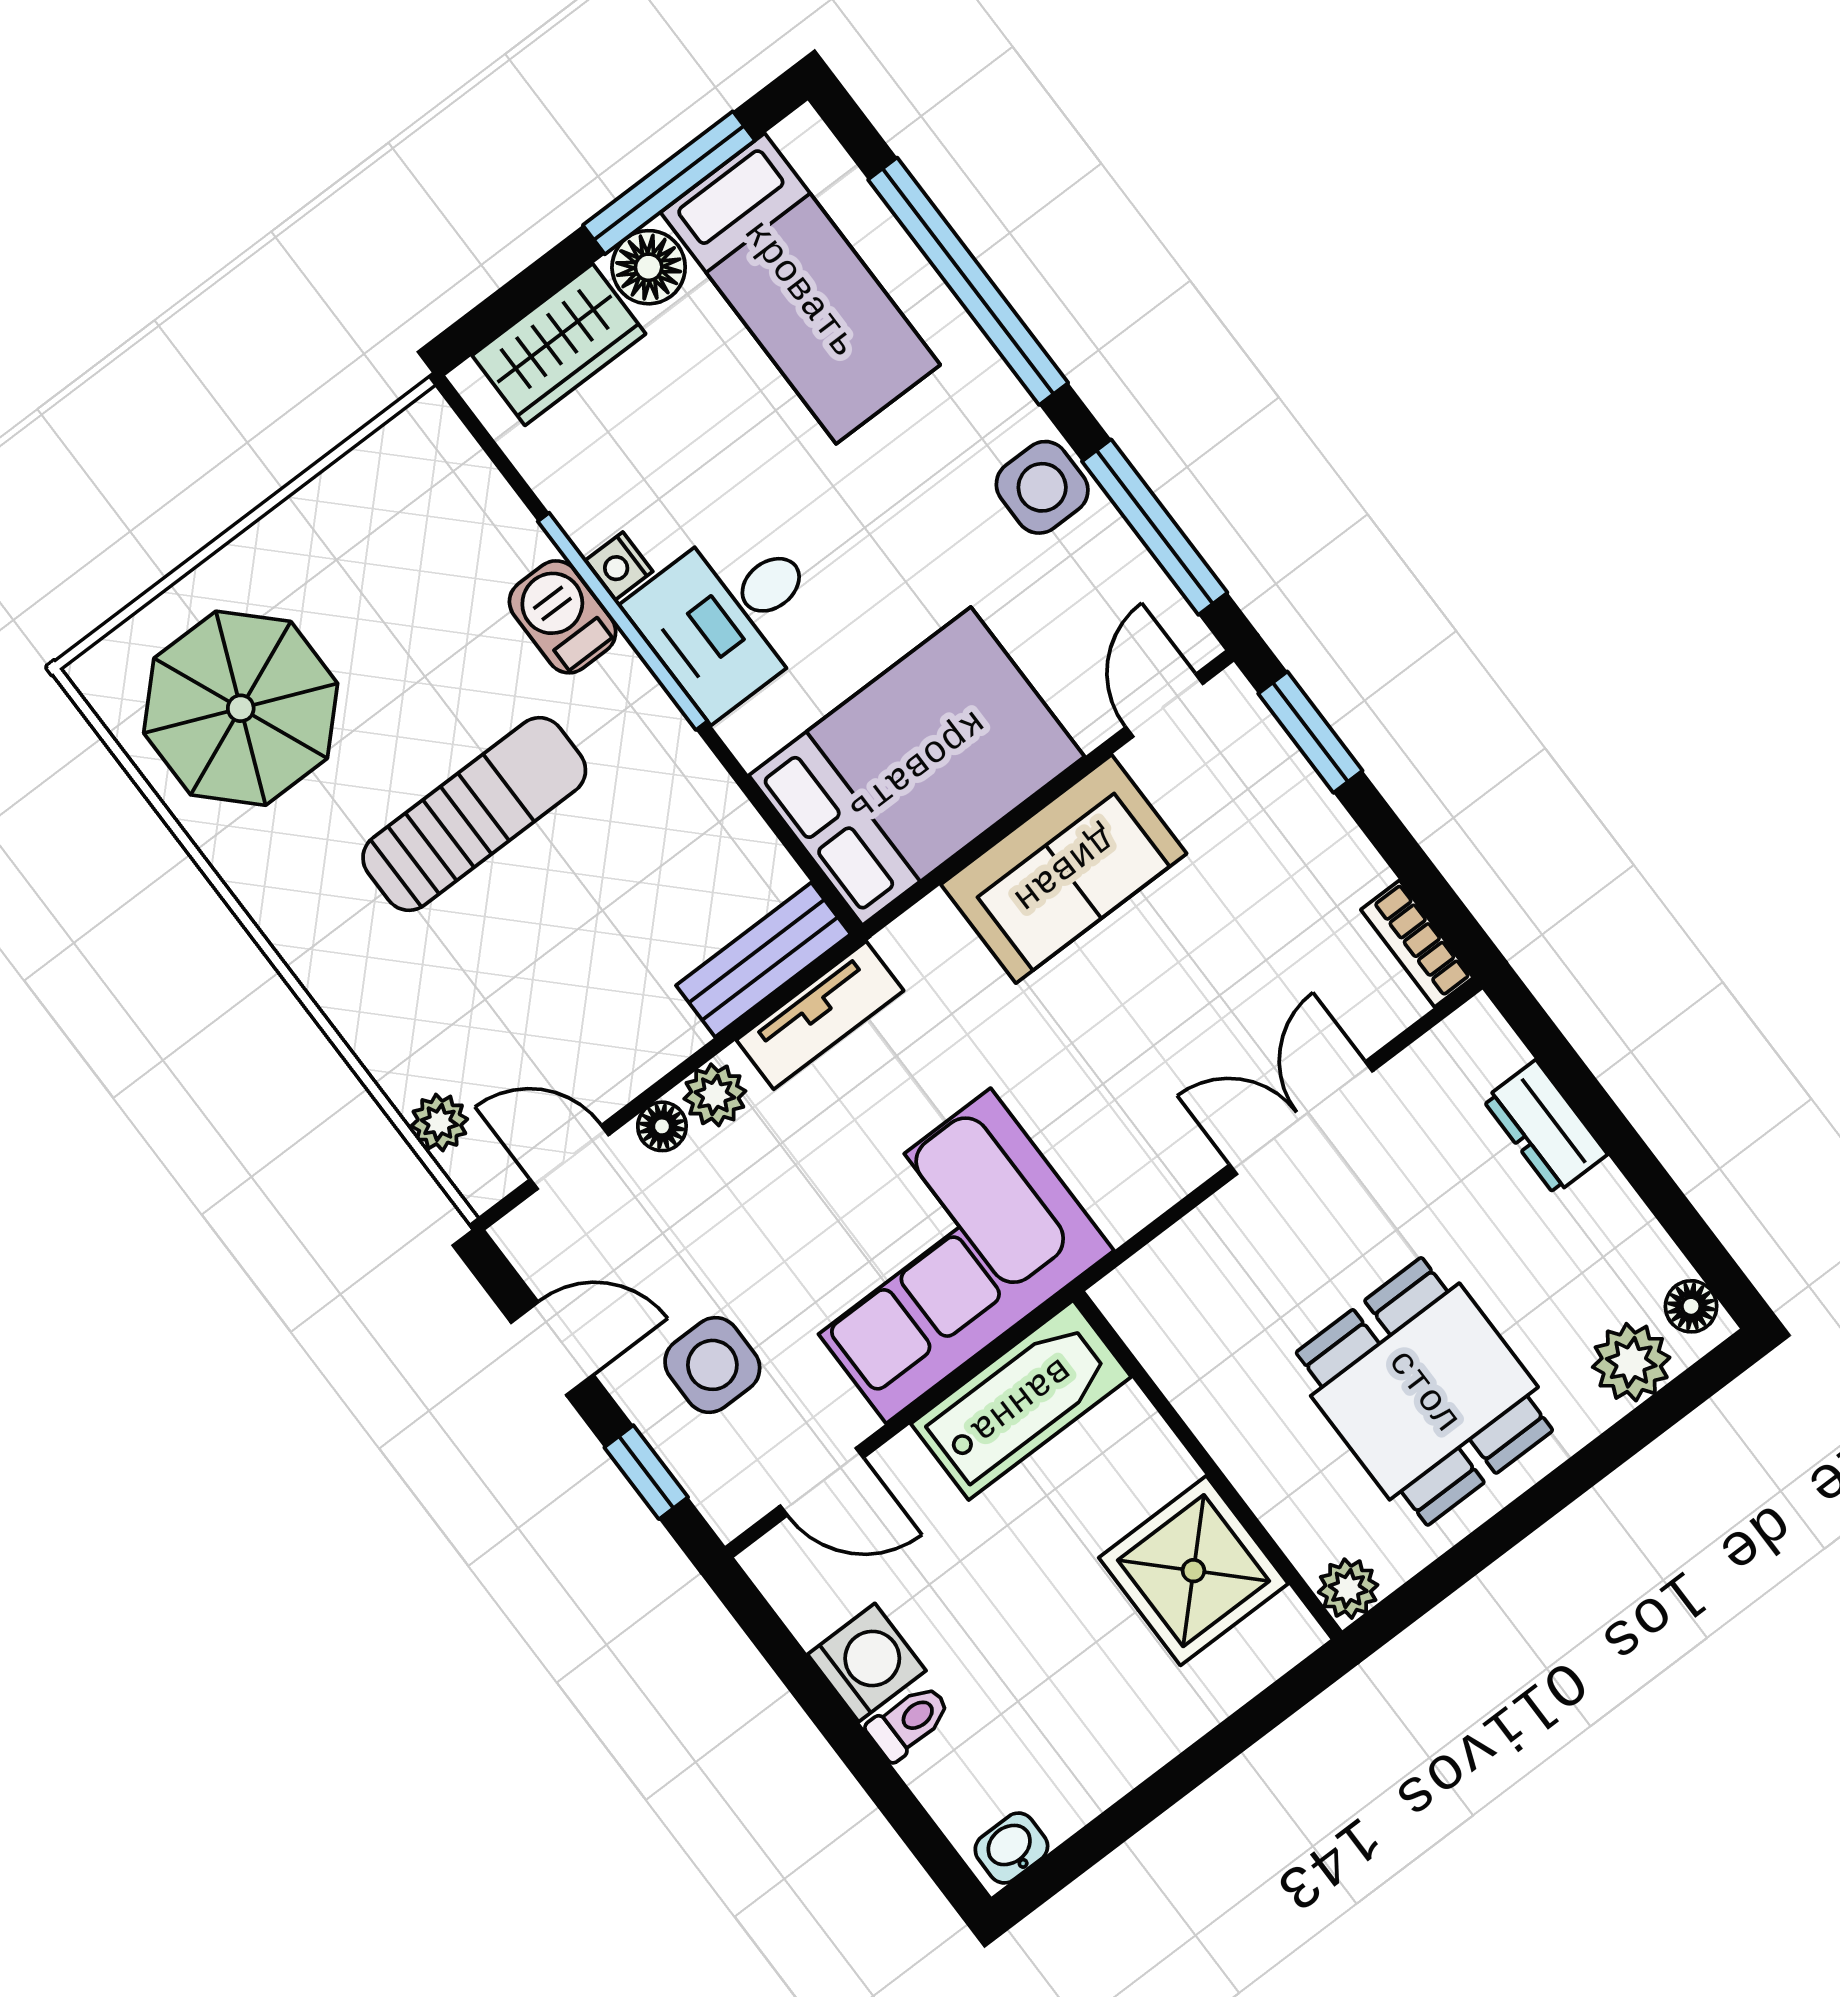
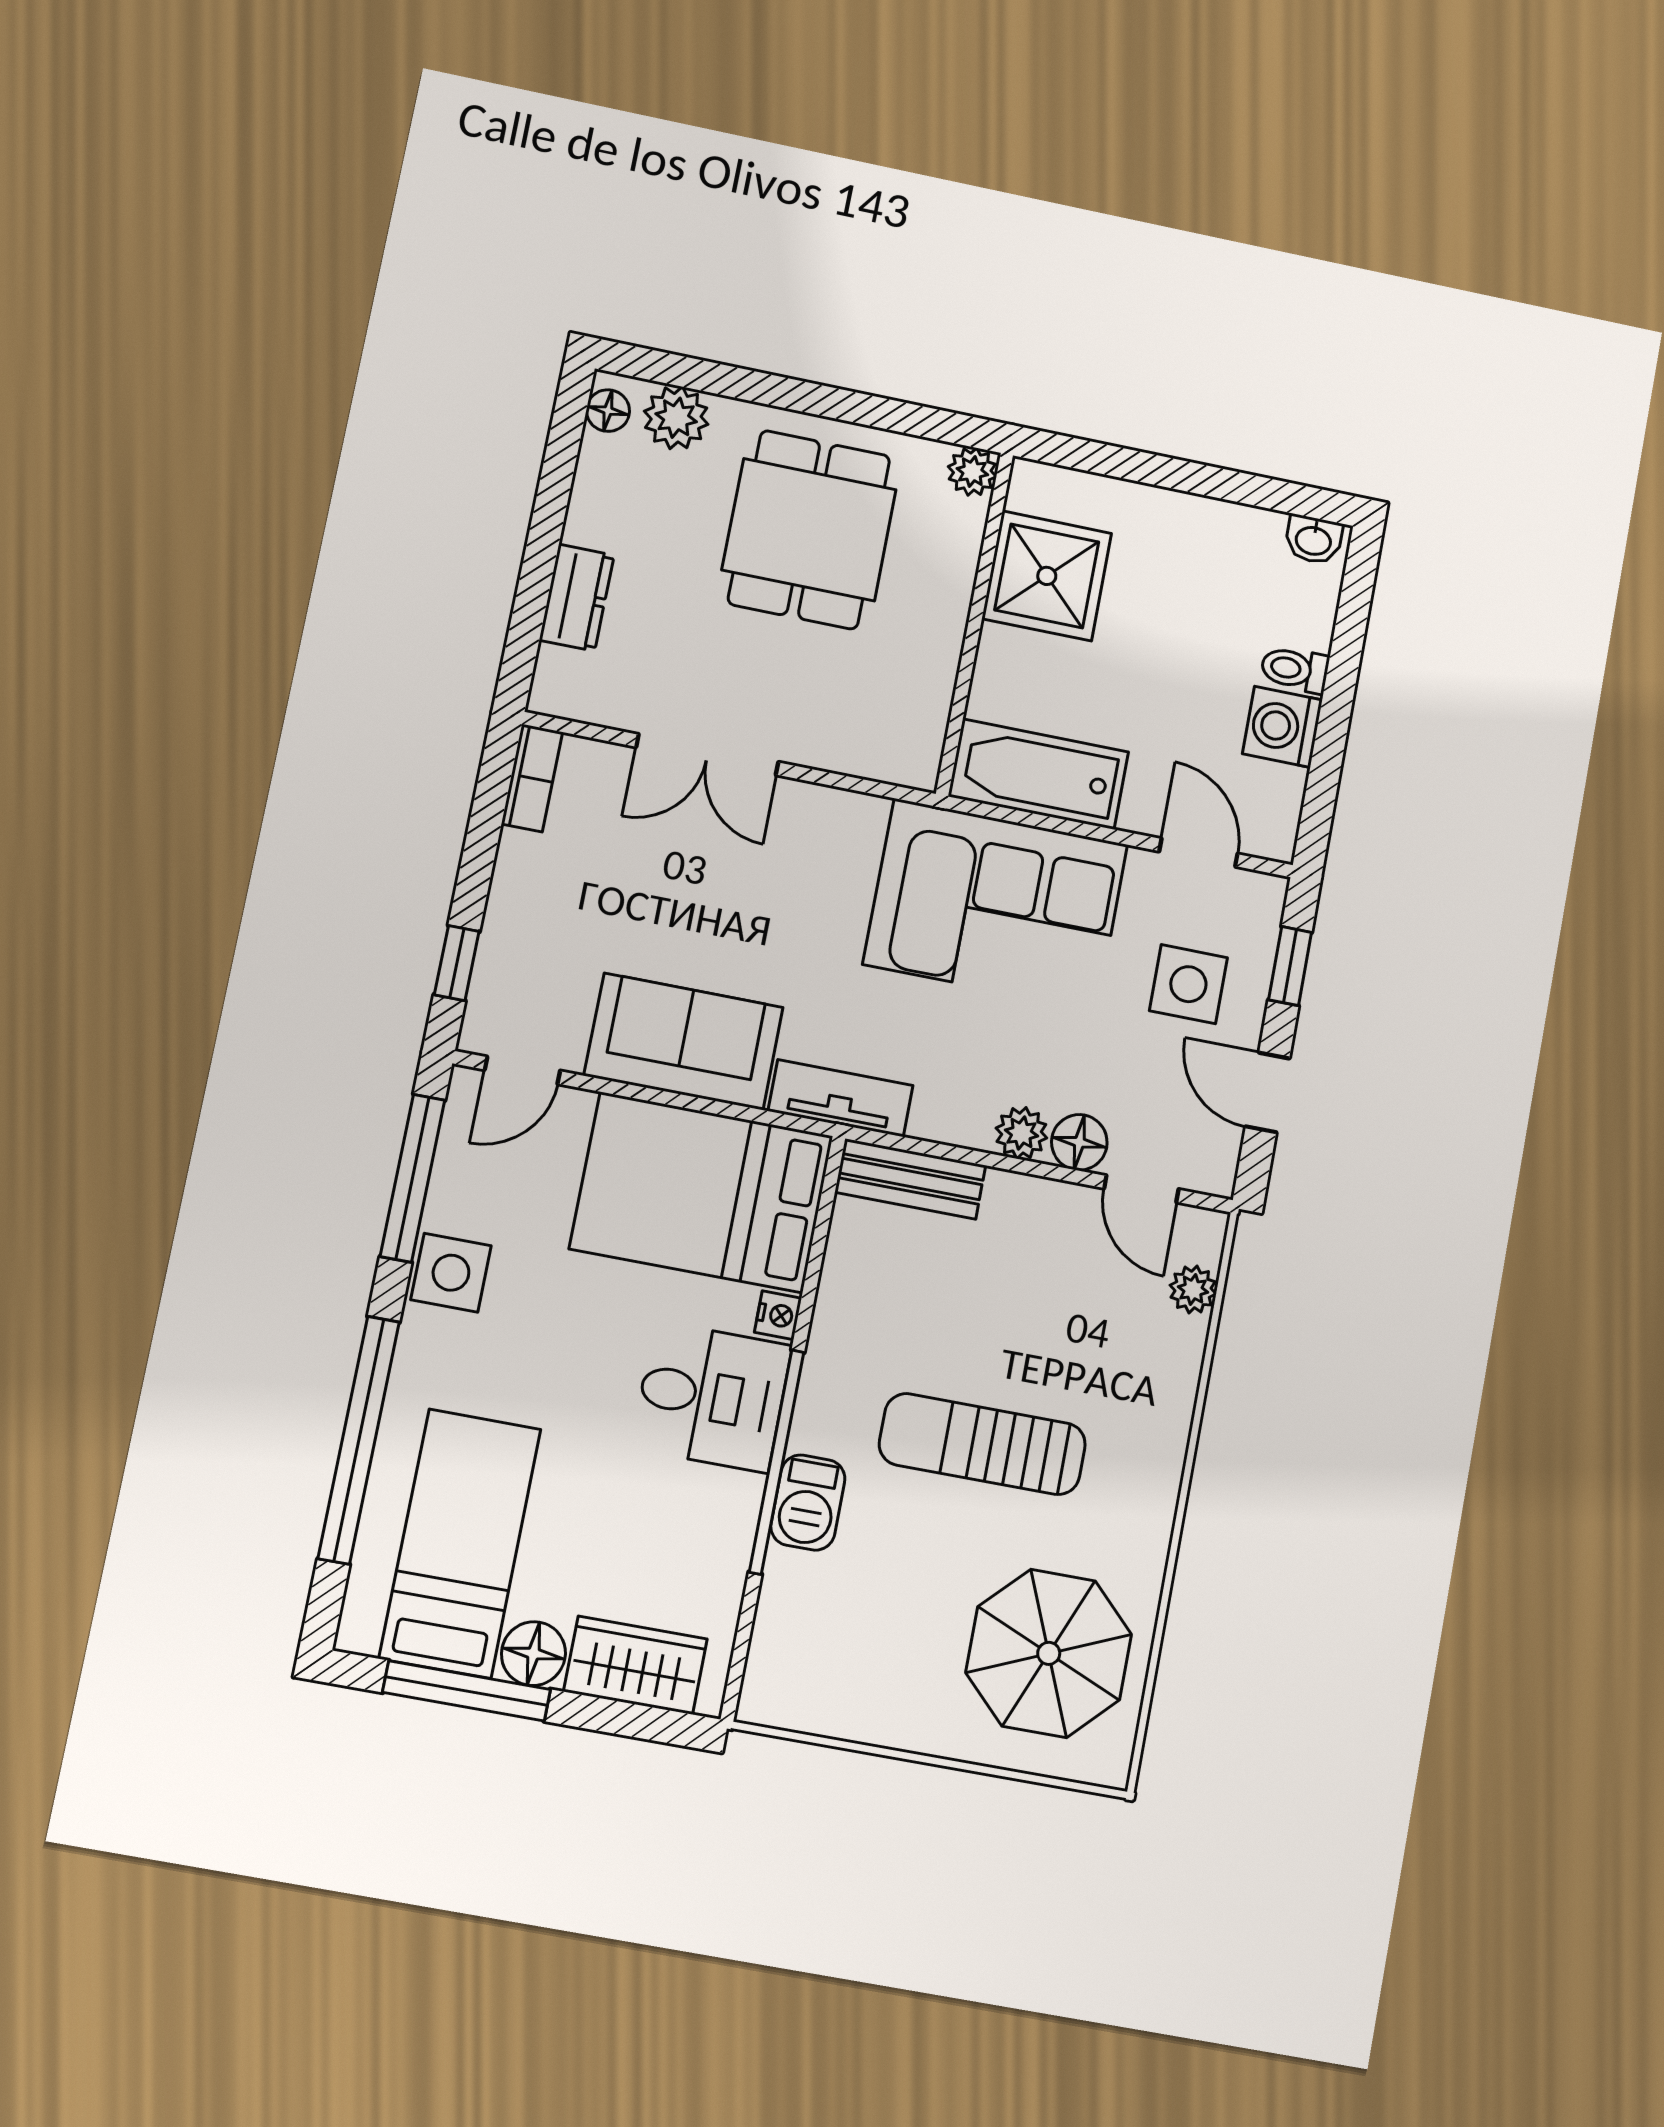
nightstand: (619, 566) -> (778, 1315), moved
window: (1310, 732) -> (457, 963), width x0.67
tv unit: (820, 1015) -> (840, 1098), moved
floor lamp: (662, 1126) -> (1079, 1142), width x1.37, depth x1.37

